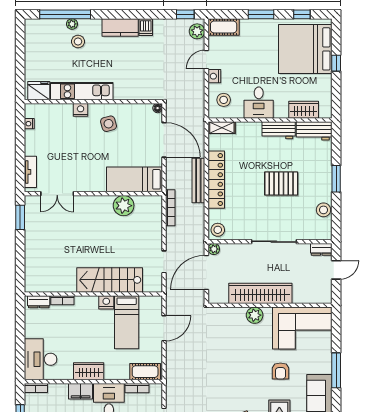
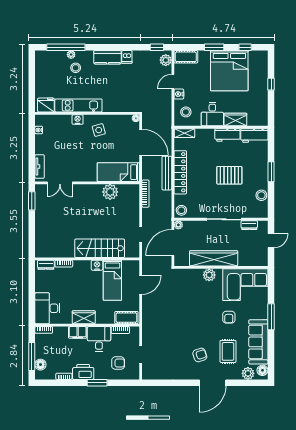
bed: (305, 49) -> (229, 71), moved, turned -90
wardrobe: (304, 110) -> (235, 119), moved
dresser: (321, 249) -> (249, 225), moved

